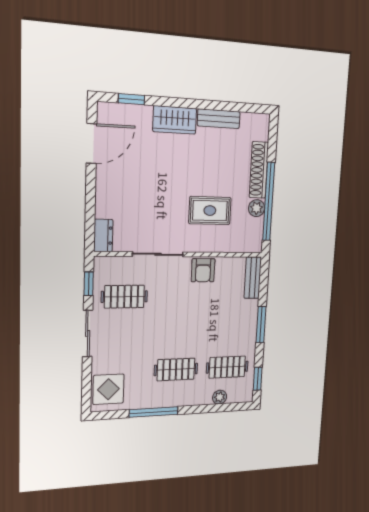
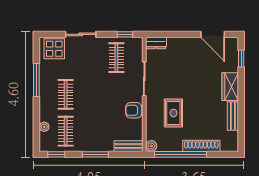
plant: (257, 208) -> (151, 146), moved
sliding door: (88, 333) -> (81, 34), moved

